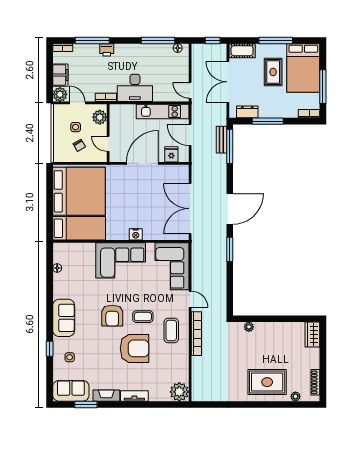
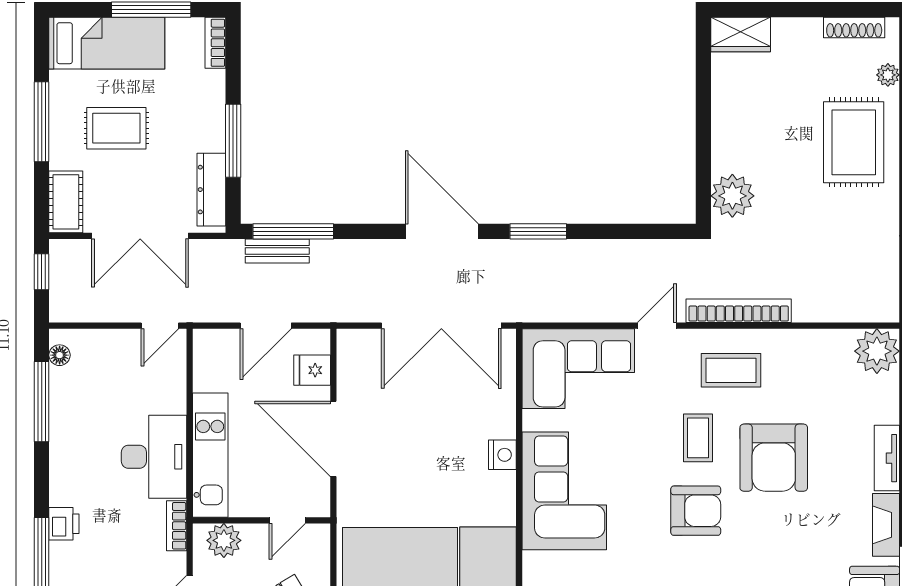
bed: (303, 68) -> (107, 43), width x0.67
kitchen unit: (163, 111) -> (210, 455), moved
dresser: (247, 112) -> (211, 190), width x1.44
plant: (249, 327) -> (732, 196), width x1.87, depth x1.87
armchair: (135, 348) -> (774, 458), turned 180

